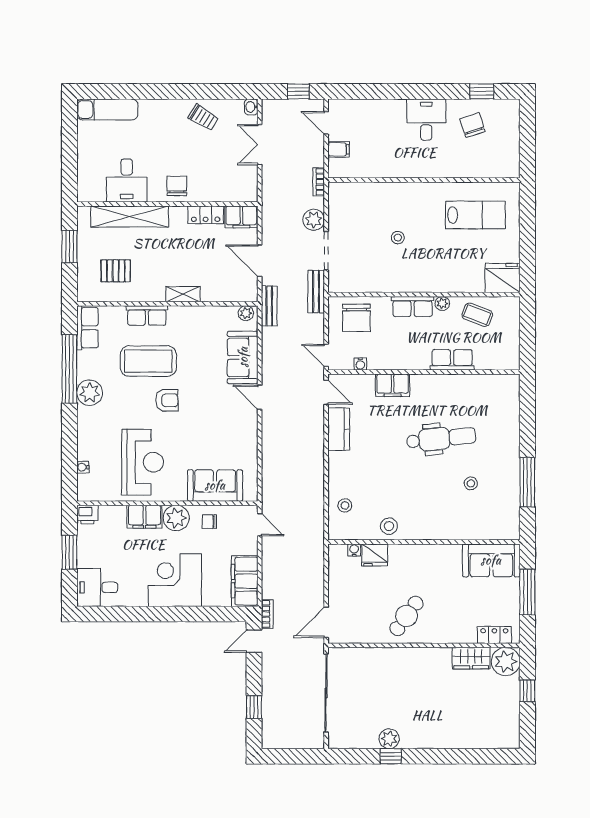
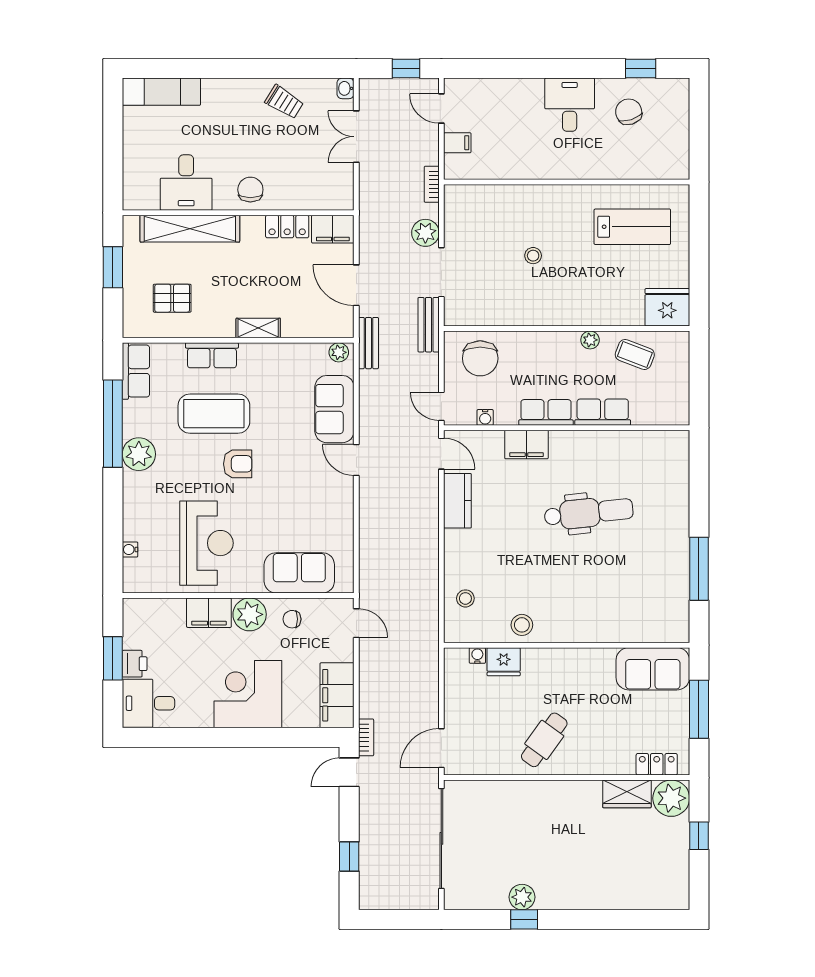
row of seats: (413, 307) -> (546, 412), moved, turned 180
stool: (471, 483) -> (627, 570), removed
printer: (87, 515) -> (135, 664), moved, turned -90

